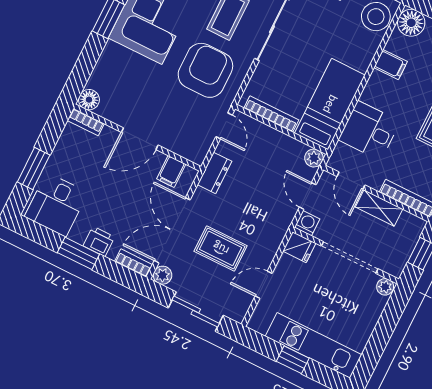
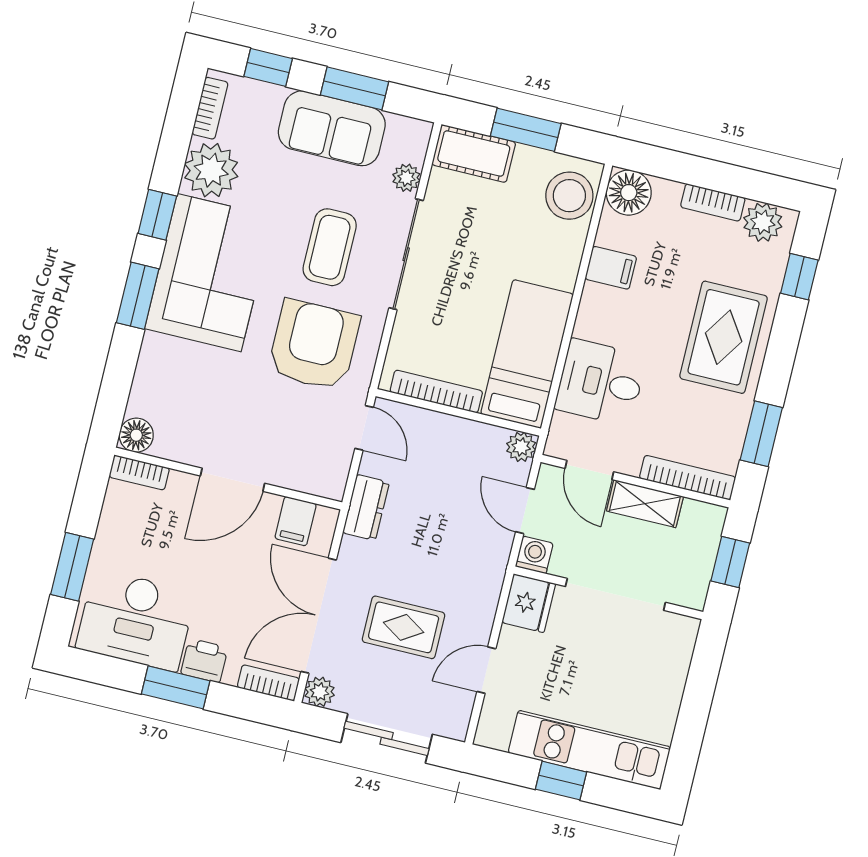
desk: (56, 205) -> (136, 620), width x1.37
fridge: (299, 247) -> (529, 603), width x1.38
plant: (385, 287) -> (684, 629), removed

